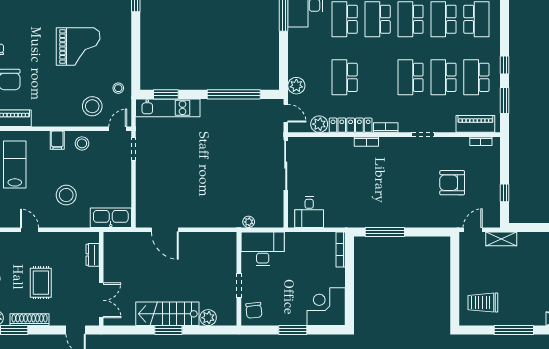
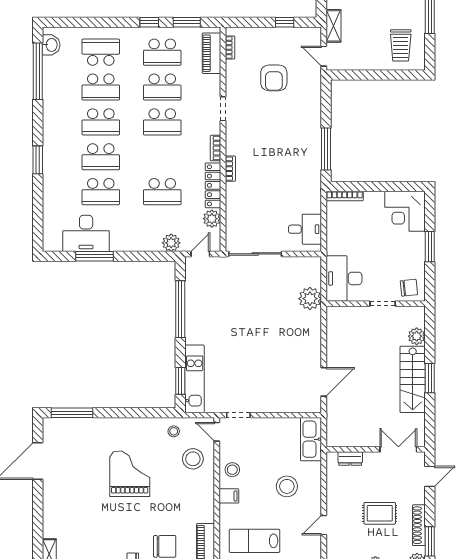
plant: (249, 222) -> (310, 299), width x1.88, depth x1.88

